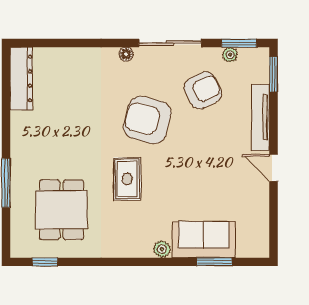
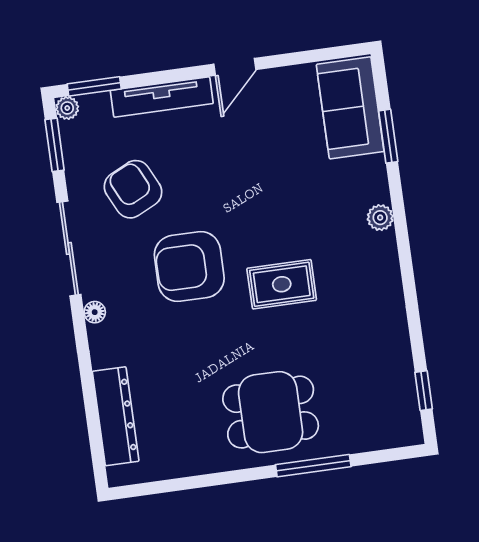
plant: (230, 55) -> (67, 108), moved
dresser: (21, 79) -> (116, 416), moved, turned 90
armchair: (147, 120) -> (189, 267), turned 75
dining table: (62, 210) -> (271, 412), moved
sofa: (204, 240) -> (350, 108), moved

